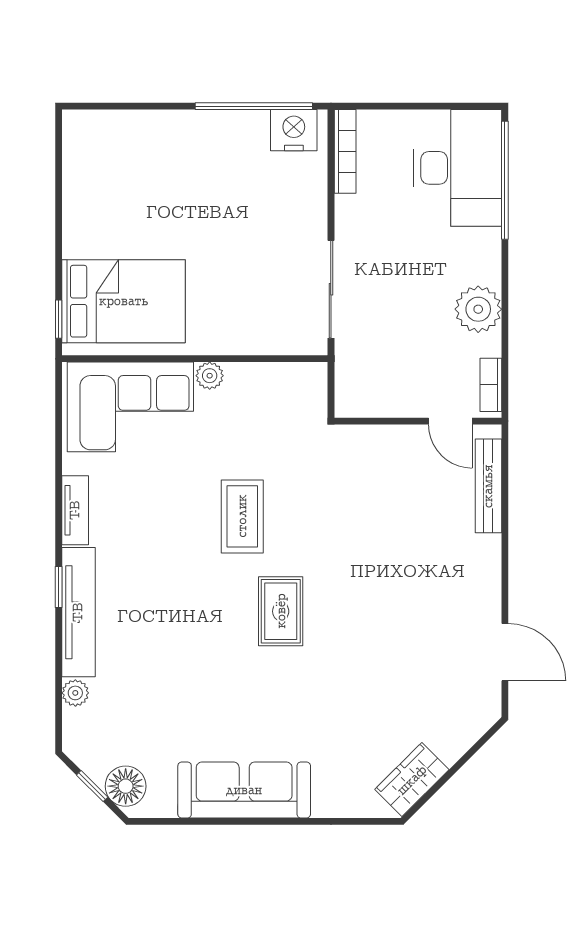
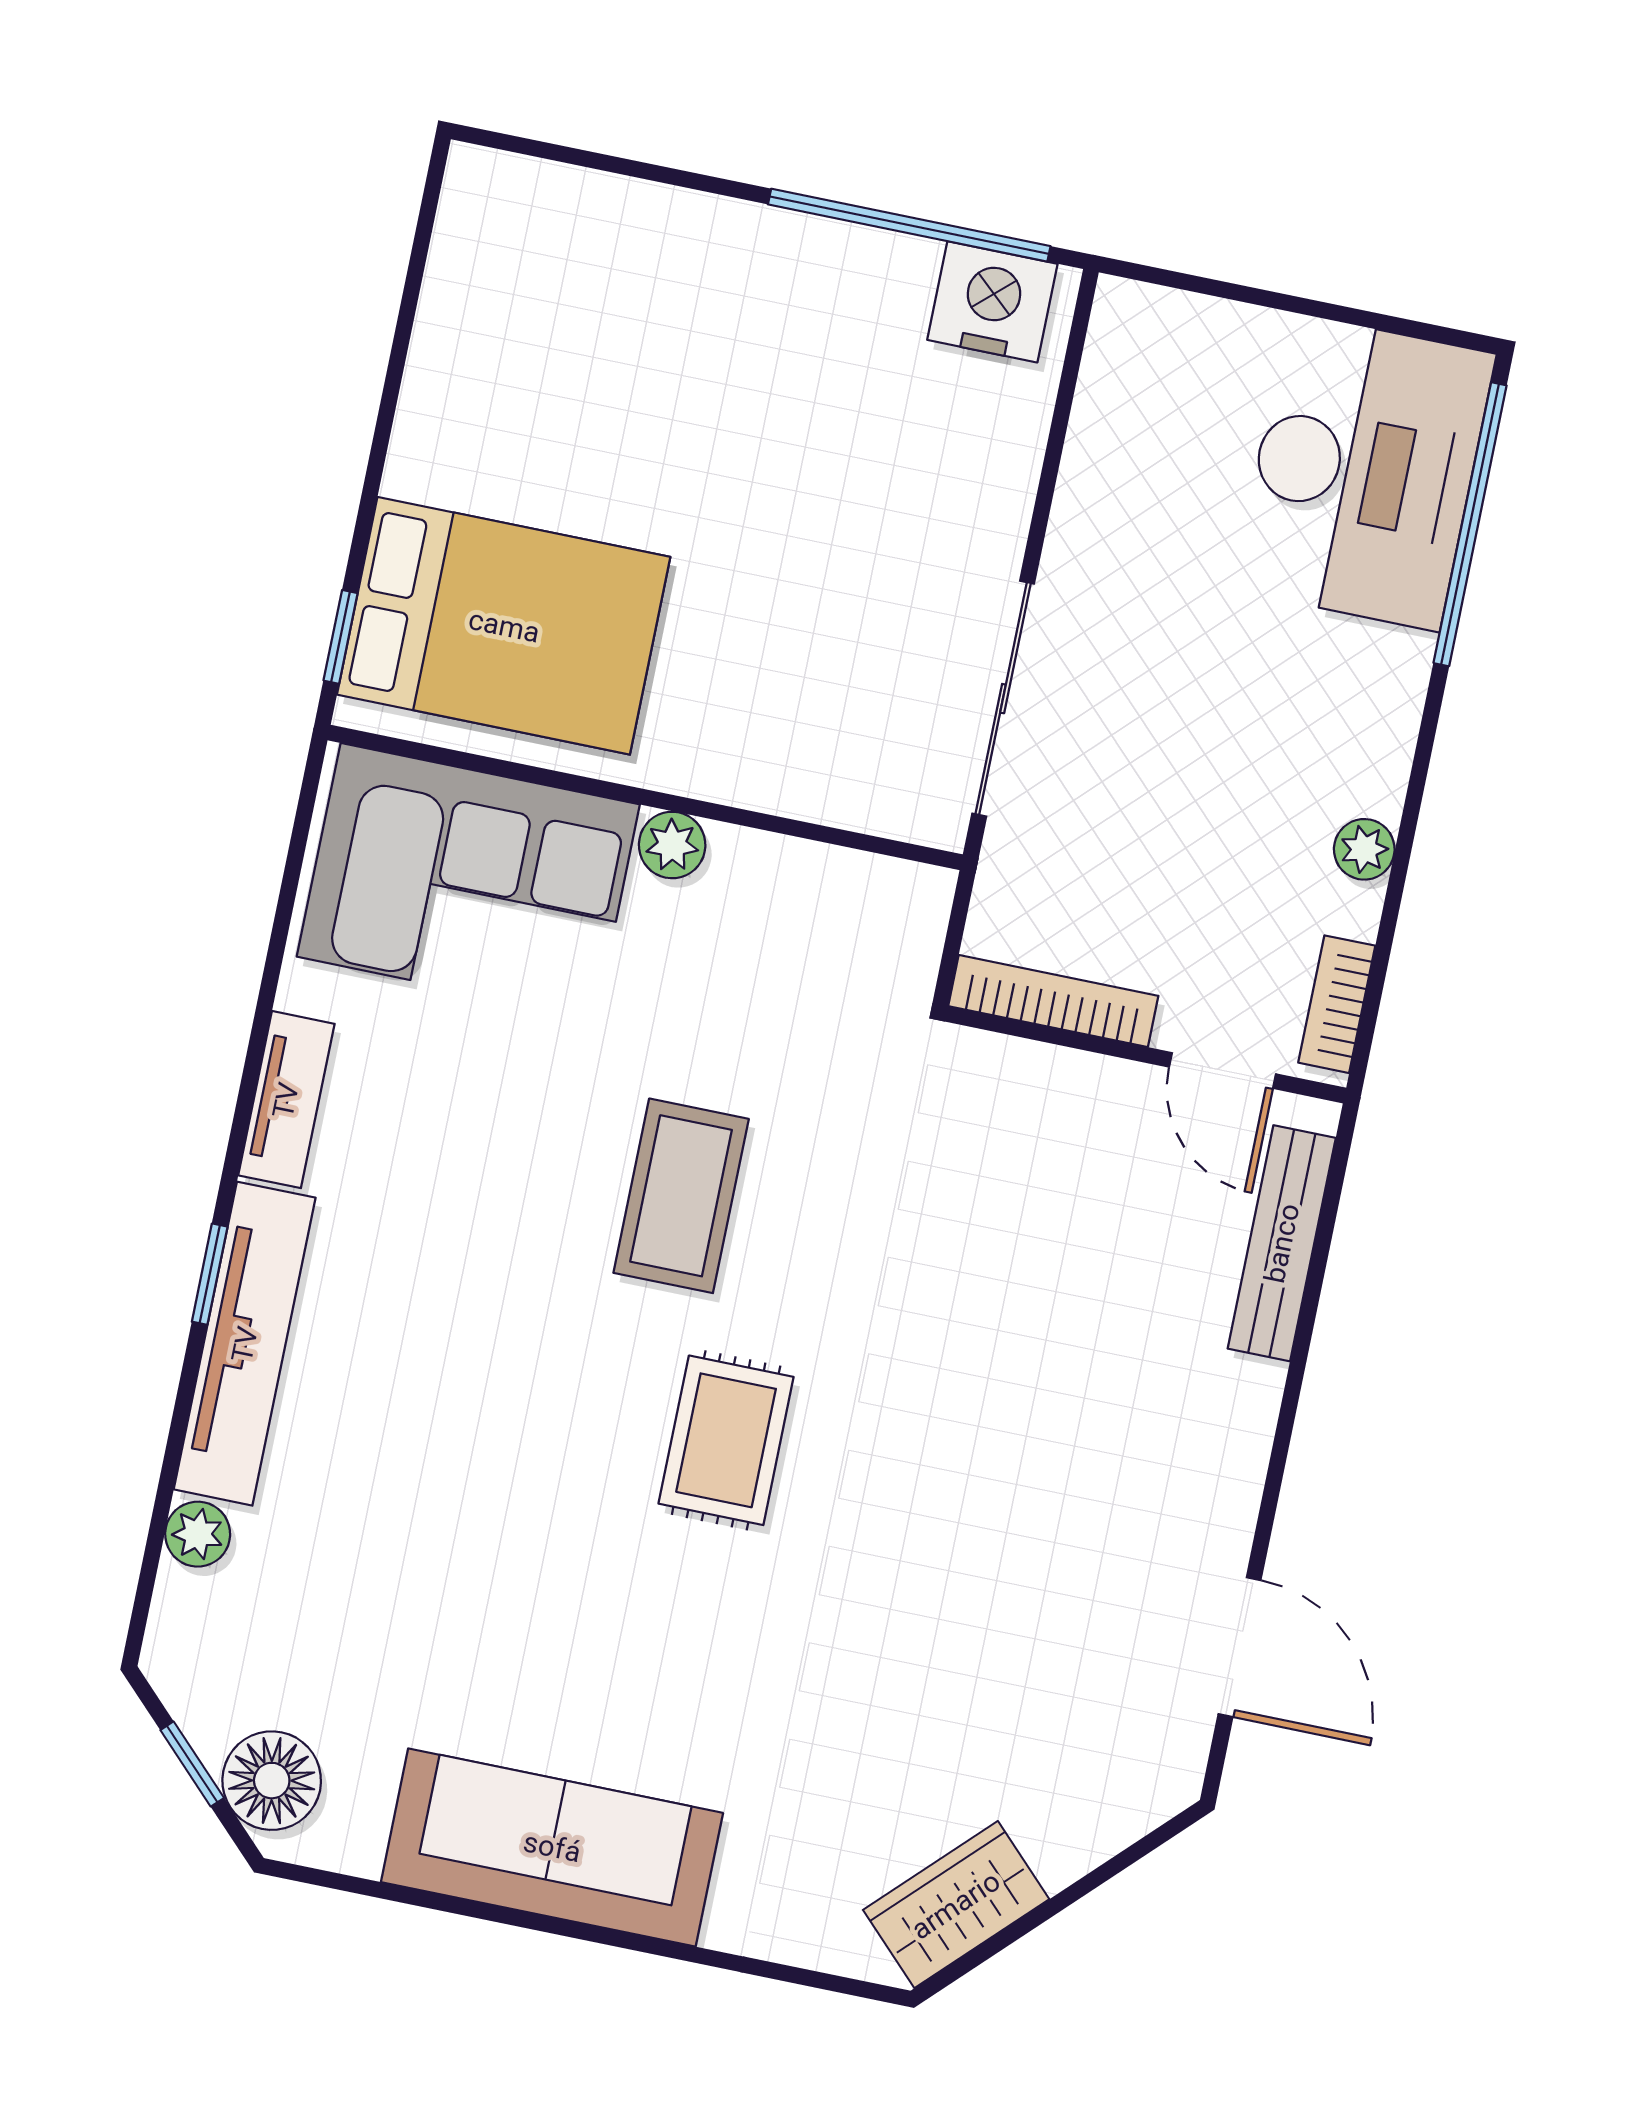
bookcase: (345, 151) -> (1053, 1001), moved, turned -90
plant: (478, 309) -> (1364, 849), width x0.53, depth x0.53

